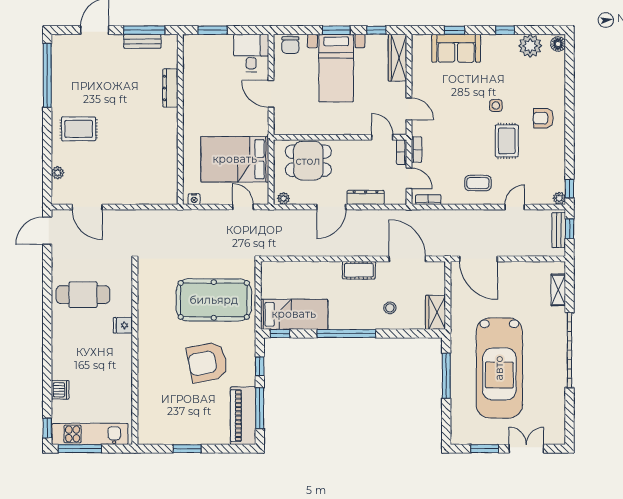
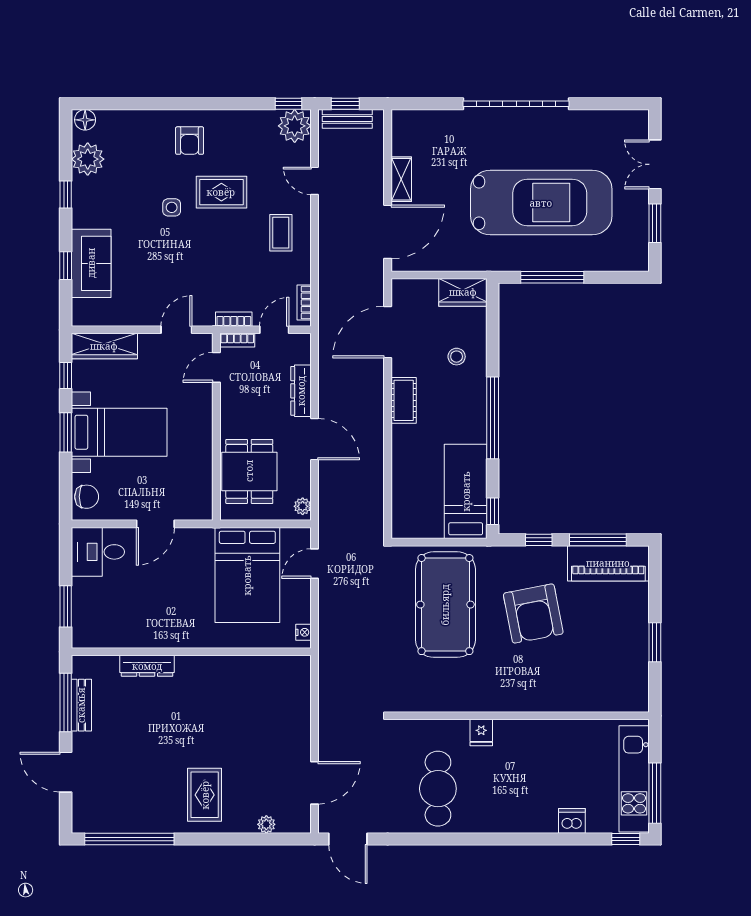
plant: (559, 198) -> (295, 126), width x1.88, depth x1.88
shelving: (558, 290) -> (401, 179), moved, turned 90

